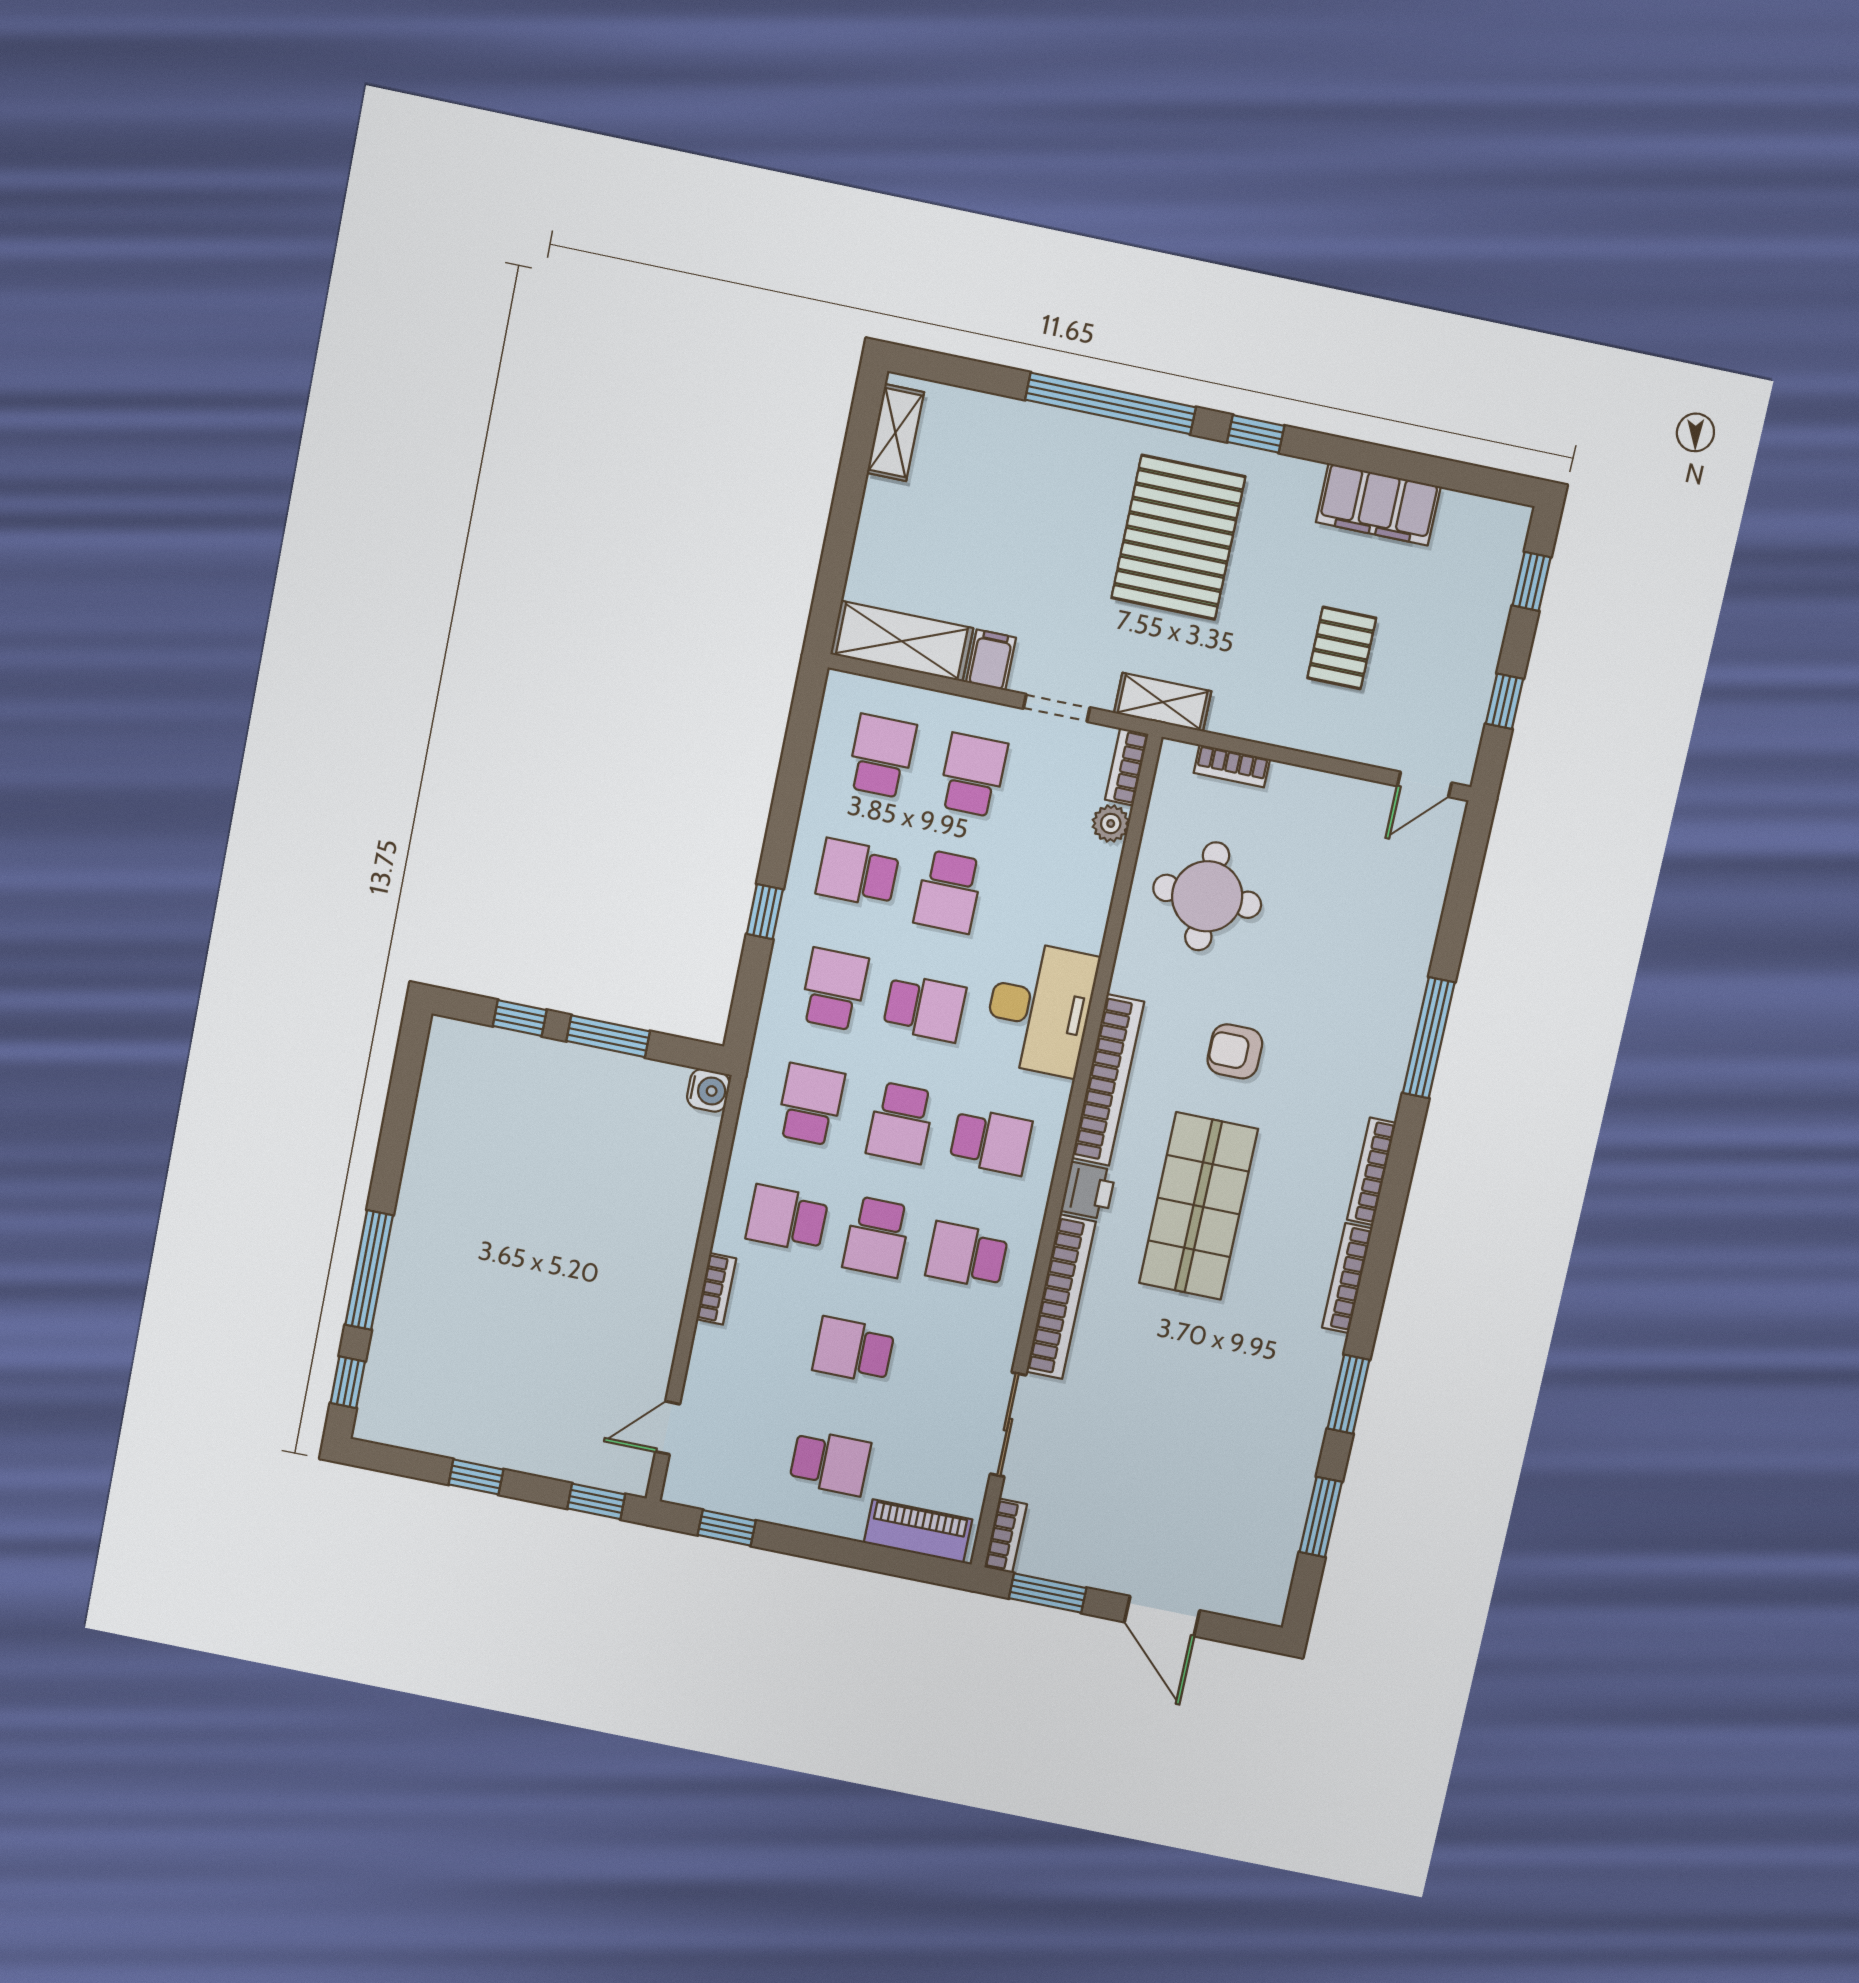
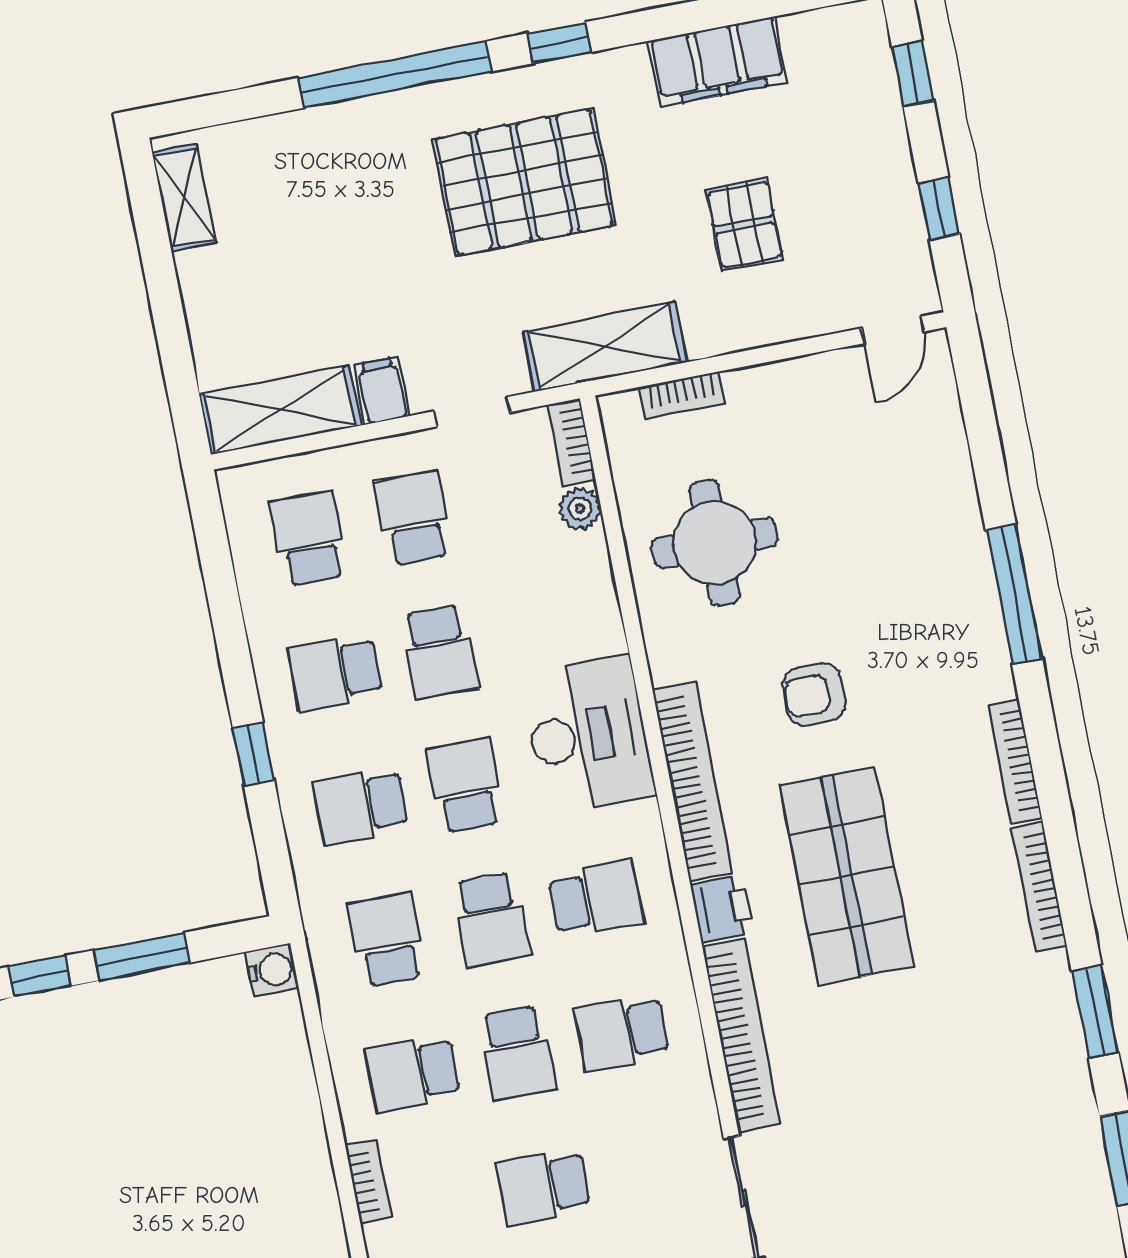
pallet: (1178, 537) -> (524, 182), turned 90
shelving: (1163, 702) -> (605, 347), width x1.50, depth x1.33
school desk: (834, 989) -> (361, 806), turned -90
school desk: (925, 1008) -> (465, 786), turned -90

